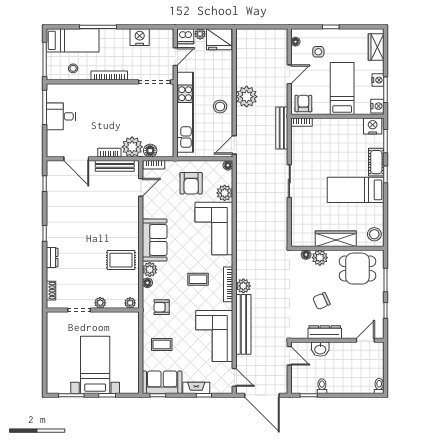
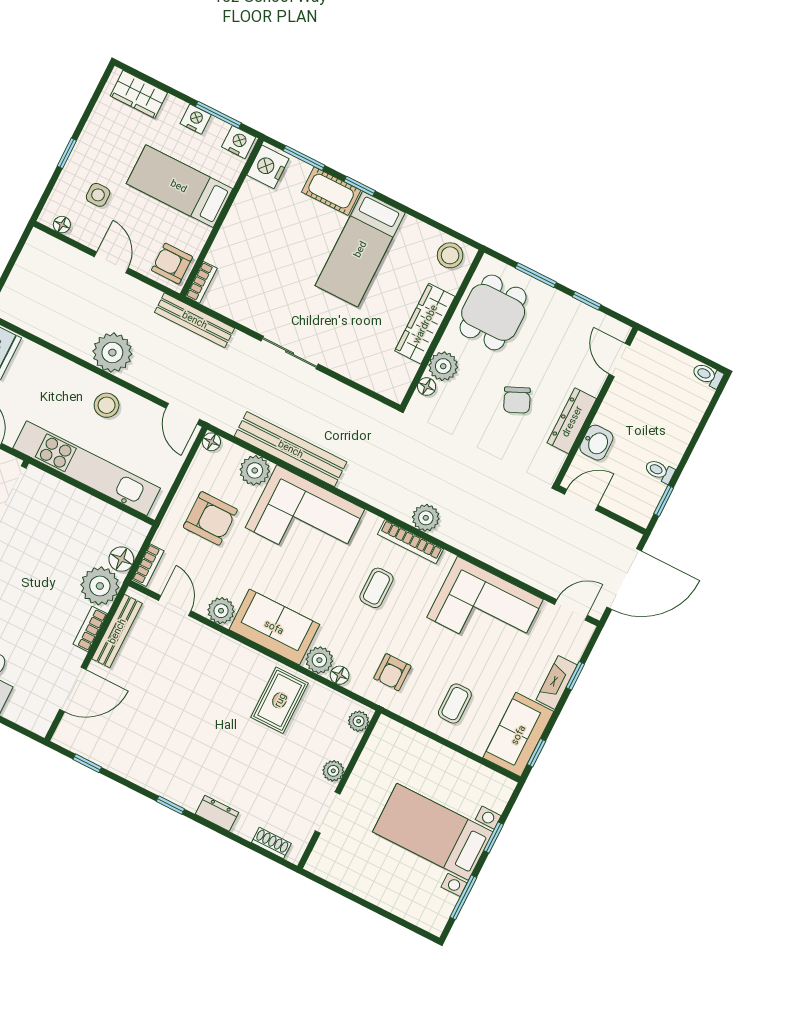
plant: (150, 211) -> (221, 611), added
bench: (243, 324) -> (291, 449), moved

